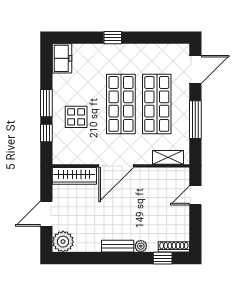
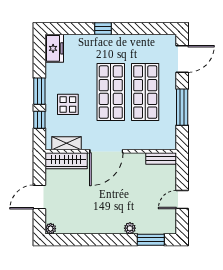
shelving: (168, 157) -> (66, 143), moved
door: (195, 195) -> (182, 200), moved
plant: (63, 242) -> (51, 229), width x0.53, depth x0.53
bench: (118, 246) -> (161, 159), moved
shoe rack: (174, 247) -> (162, 229), removed
window: (163, 258) -> (151, 240), width x1.50

